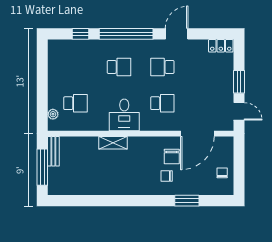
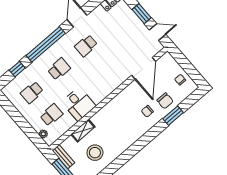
school desk: (162, 103) -> (32, 92), moved, turned 180
desk: (124, 115) -> (79, 104), moved
shelving: (113, 143) -> (83, 131), moved
chair: (172, 156) -> (165, 101), moved
stool: (86, 173) -> (95, 153), added

